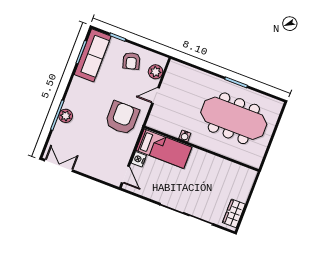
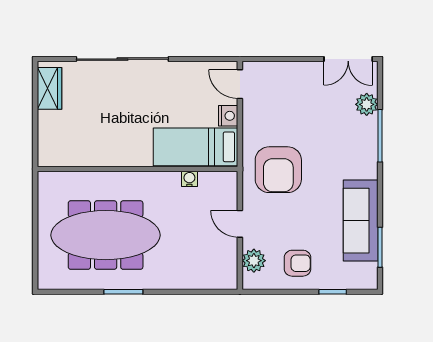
sofa: (93, 55) -> (361, 221), moved
armchair: (131, 61) -> (297, 263), turned 106
door: (155, 96) -> (240, 224), swing flipped
plant: (66, 116) -> (367, 104), moved
water cooler: (185, 136) -> (189, 179), moved

